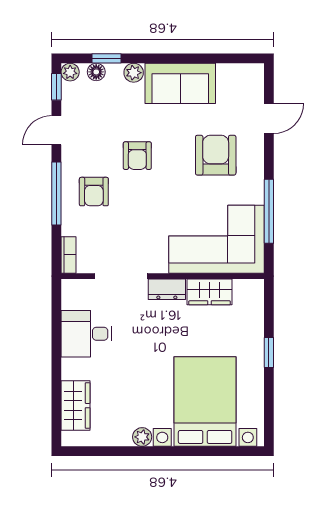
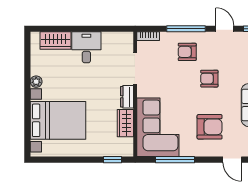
desk: (86, 334) -> (86, 47), moved
window: (269, 352) -> (112, 160), moved

